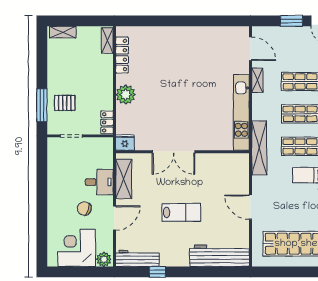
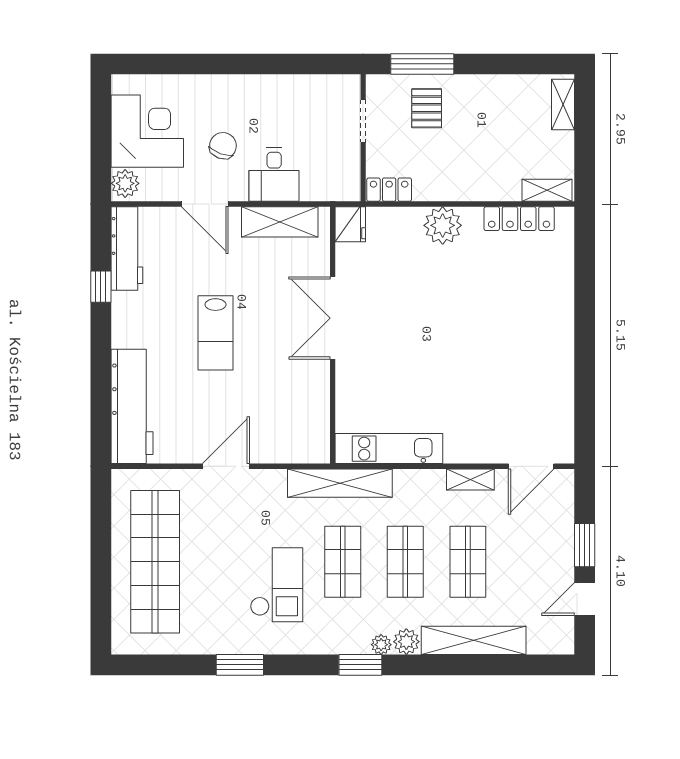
kitchen unit: (241, 112) -> (389, 449), width x0.73

